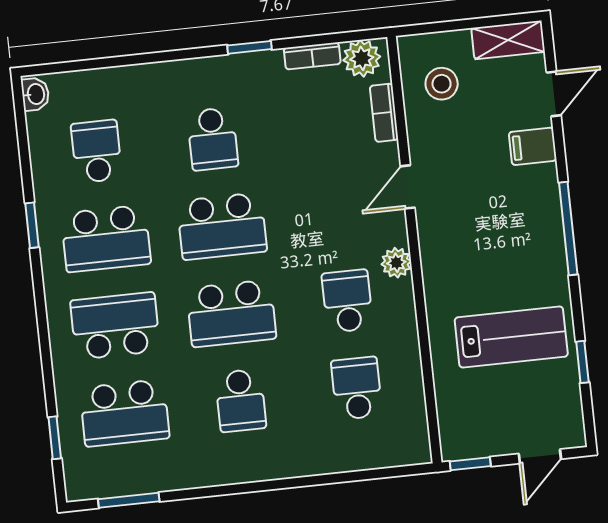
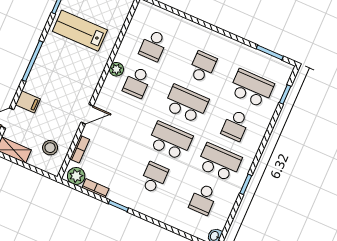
plant: (396, 263) -> (116, 69), moved
school desk: (115, 326) -> (235, 125), width x0.54

